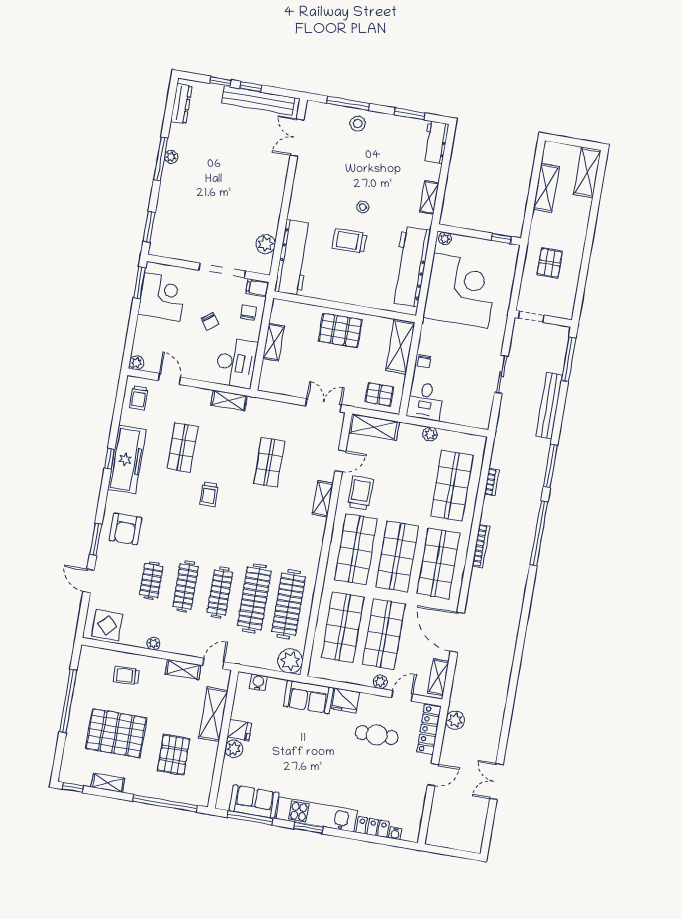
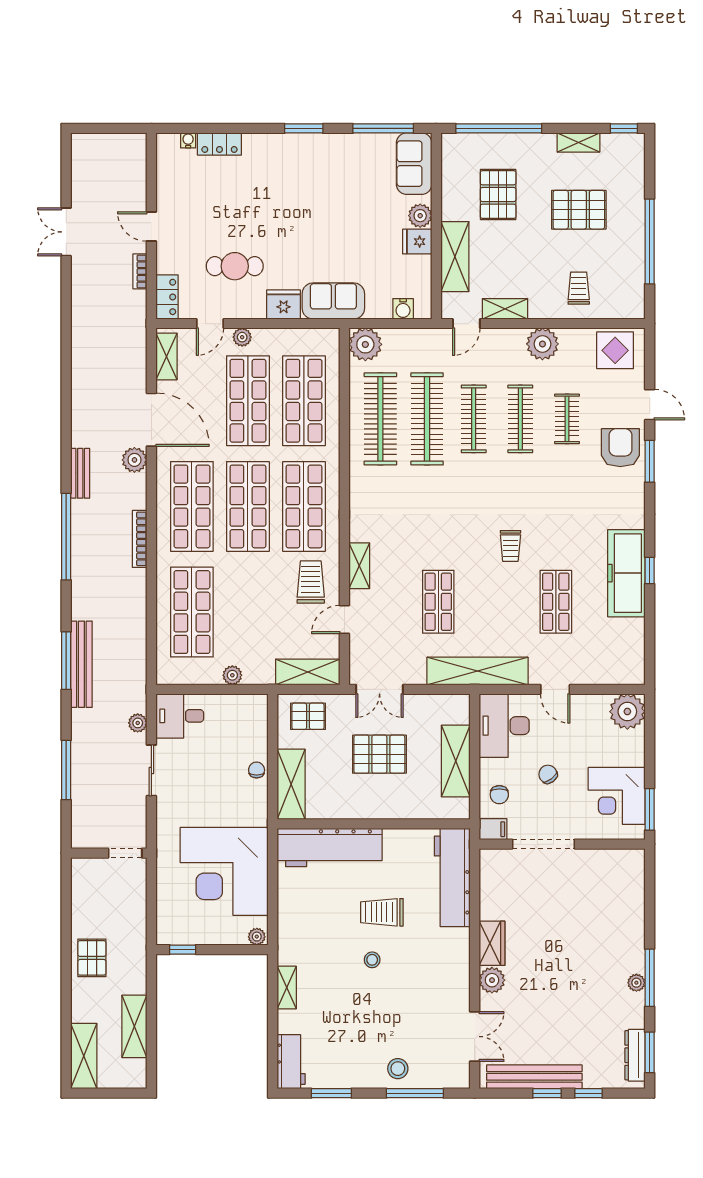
wardrobe: (273, 204) -> (492, 943), added
window: (149, 227) -> (650, 1052), moved
trolley: (350, 241) -> (382, 912), turned 180
plant: (266, 244) -> (492, 980), moved
pallet: (550, 263) -> (92, 958), moved
workbench: (410, 267) -> (330, 848), moved, turned 90
pallet: (340, 330) -> (379, 754), moved
shelving: (274, 342) -> (456, 761), width x1.50, depth x1.33
window: (569, 359) -> (66, 770), moved
plant: (136, 363) -> (627, 712), width x1.88, depth x1.88
door: (169, 379) -> (555, 689), moved
trolley: (139, 398) -> (625, 657), removed
shelving: (229, 400) -> (477, 671), width x2.20, depth x1.33
desk: (425, 401) -> (180, 716), moved, turned -90
bench: (549, 406) -> (81, 664), moved
plant: (506, 411) -> (138, 723), added
bookcase: (492, 482) -> (140, 271), moved
trolley: (361, 493) -> (311, 582), turned 180
trolley: (209, 494) -> (510, 546), turned 180
armchair: (126, 529) -> (620, 448), moved
window: (539, 533) -> (66, 537), moved
bench: (517, 602) -> (80, 473), added
plant: (153, 644) -> (542, 344), width x1.88, depth x1.88
trolley: (126, 676) -> (579, 288), turned -87
plant: (455, 720) -> (134, 460), moved
locker: (429, 729) -> (167, 297), width x0.66
pallet: (116, 733) -> (579, 210), width x0.73, depth x0.71
door: (433, 775) -> (151, 227), hinge flipped
double door: (496, 781) -> (66, 232), swing flipped
sofa: (254, 802) -> (414, 164), moved, turned 90
kitchen unit: (317, 815) -> (296, 148), removed

